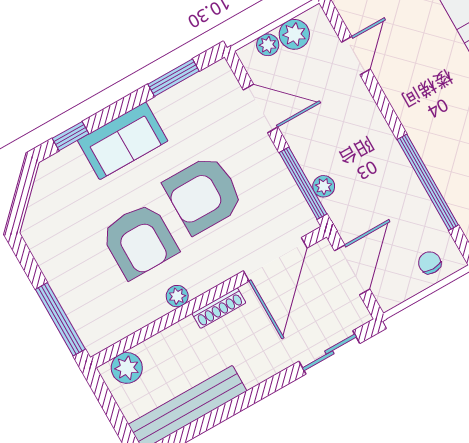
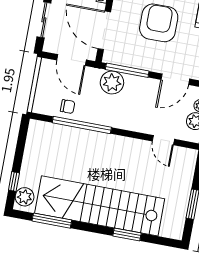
plant: (324, 186) -> (112, 82), width x1.87, depth x1.87
chair: (430, 263) -> (68, 107), moved

